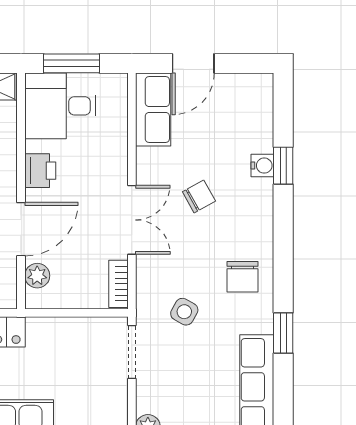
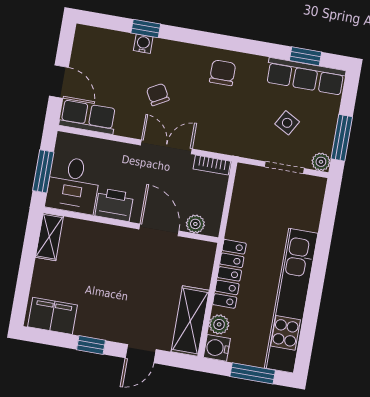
printer: (40, 171) -> (114, 205), width x1.36, depth x1.24
chair: (243, 277) -> (223, 73), turned -90
side table: (184, 312) -> (287, 123), moved
window: (283, 333) -> (306, 56), moved
doorway: (132, 352) -> (284, 168), moved

